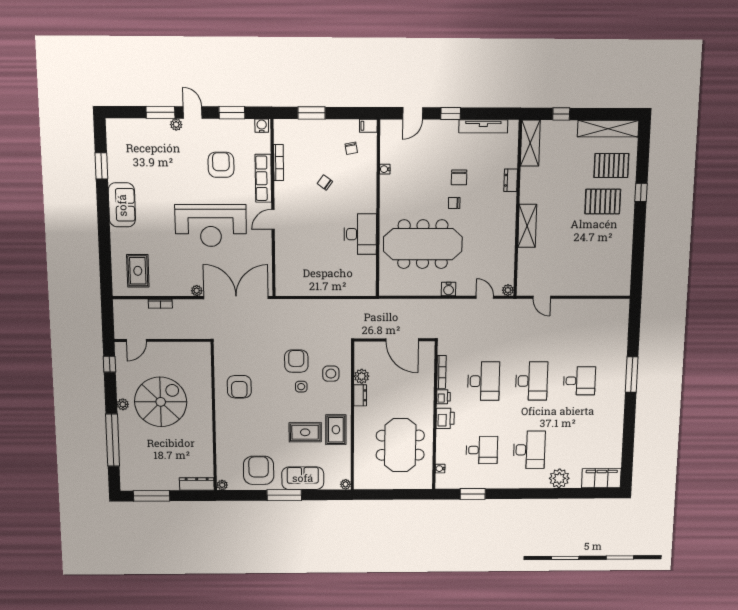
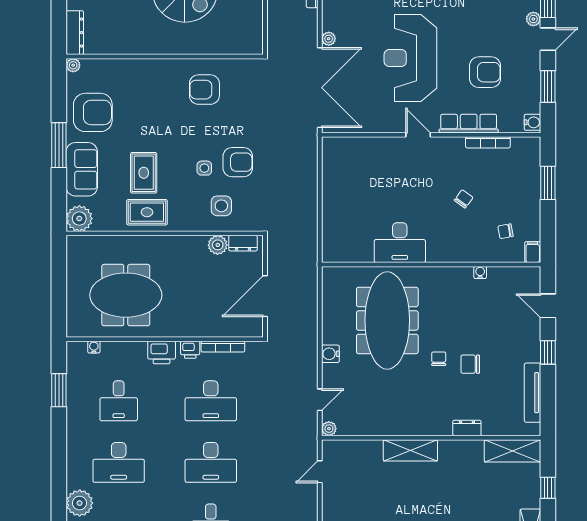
dresser: (360, 395) -> (243, 243), moved
plant: (346, 484) -> (79, 219), width x1.88, depth x1.88

